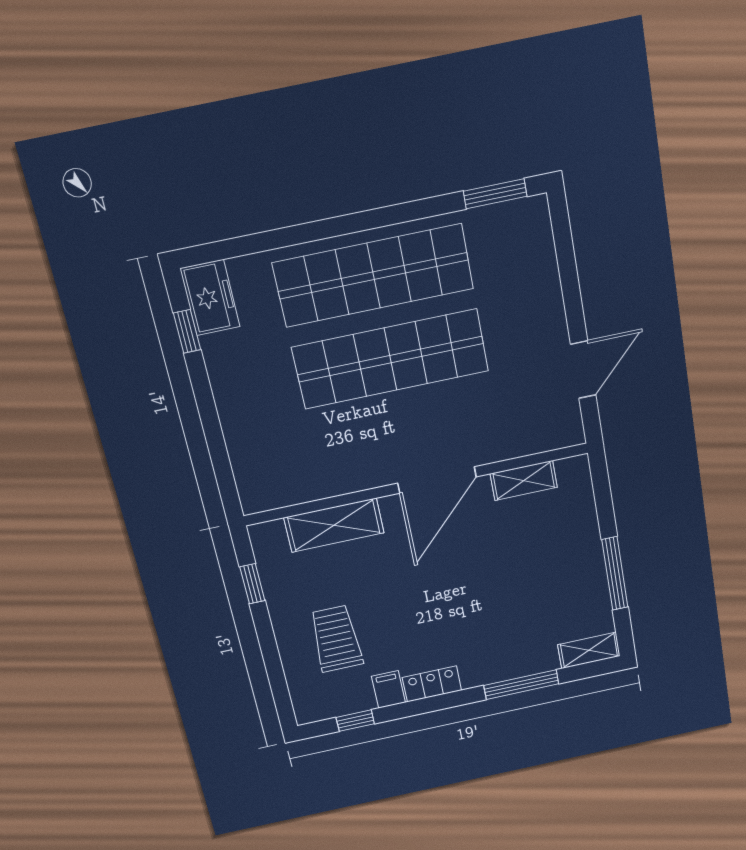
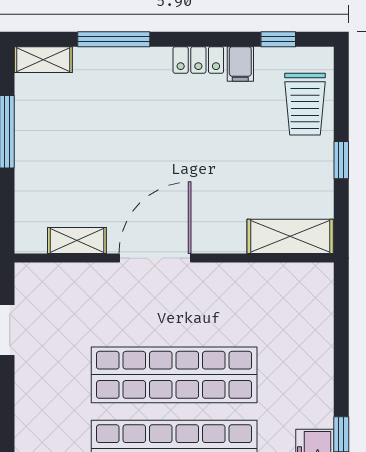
shelving: (334, 525) -> (290, 236), moved
window: (252, 584) -> (341, 160), moved
trolley: (336, 639) -> (305, 104), moved

